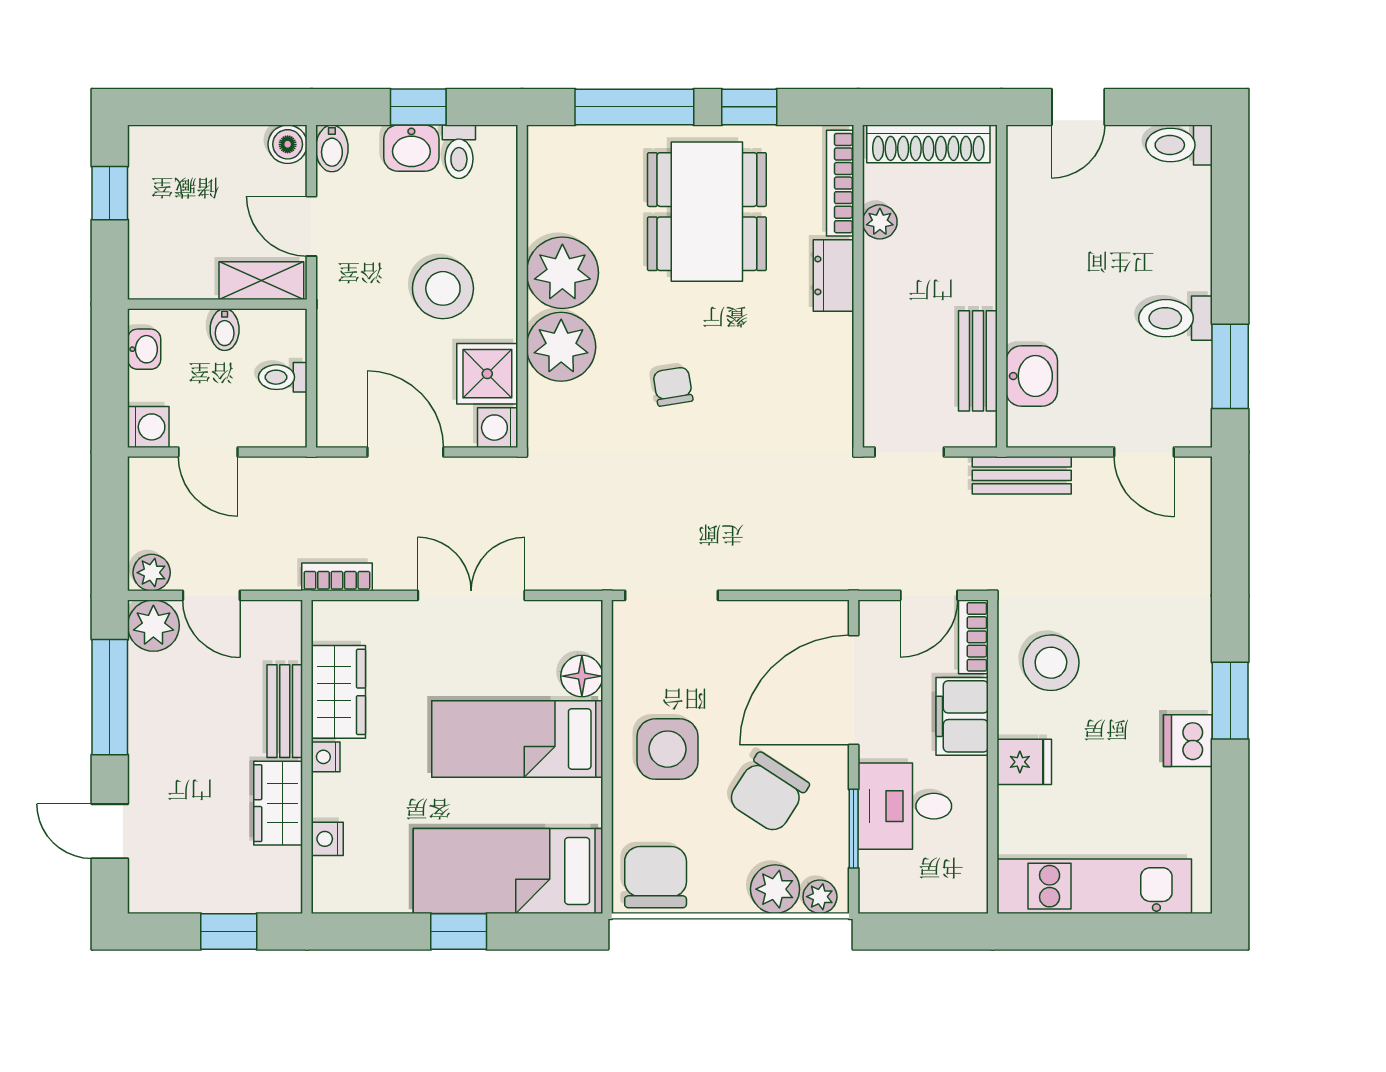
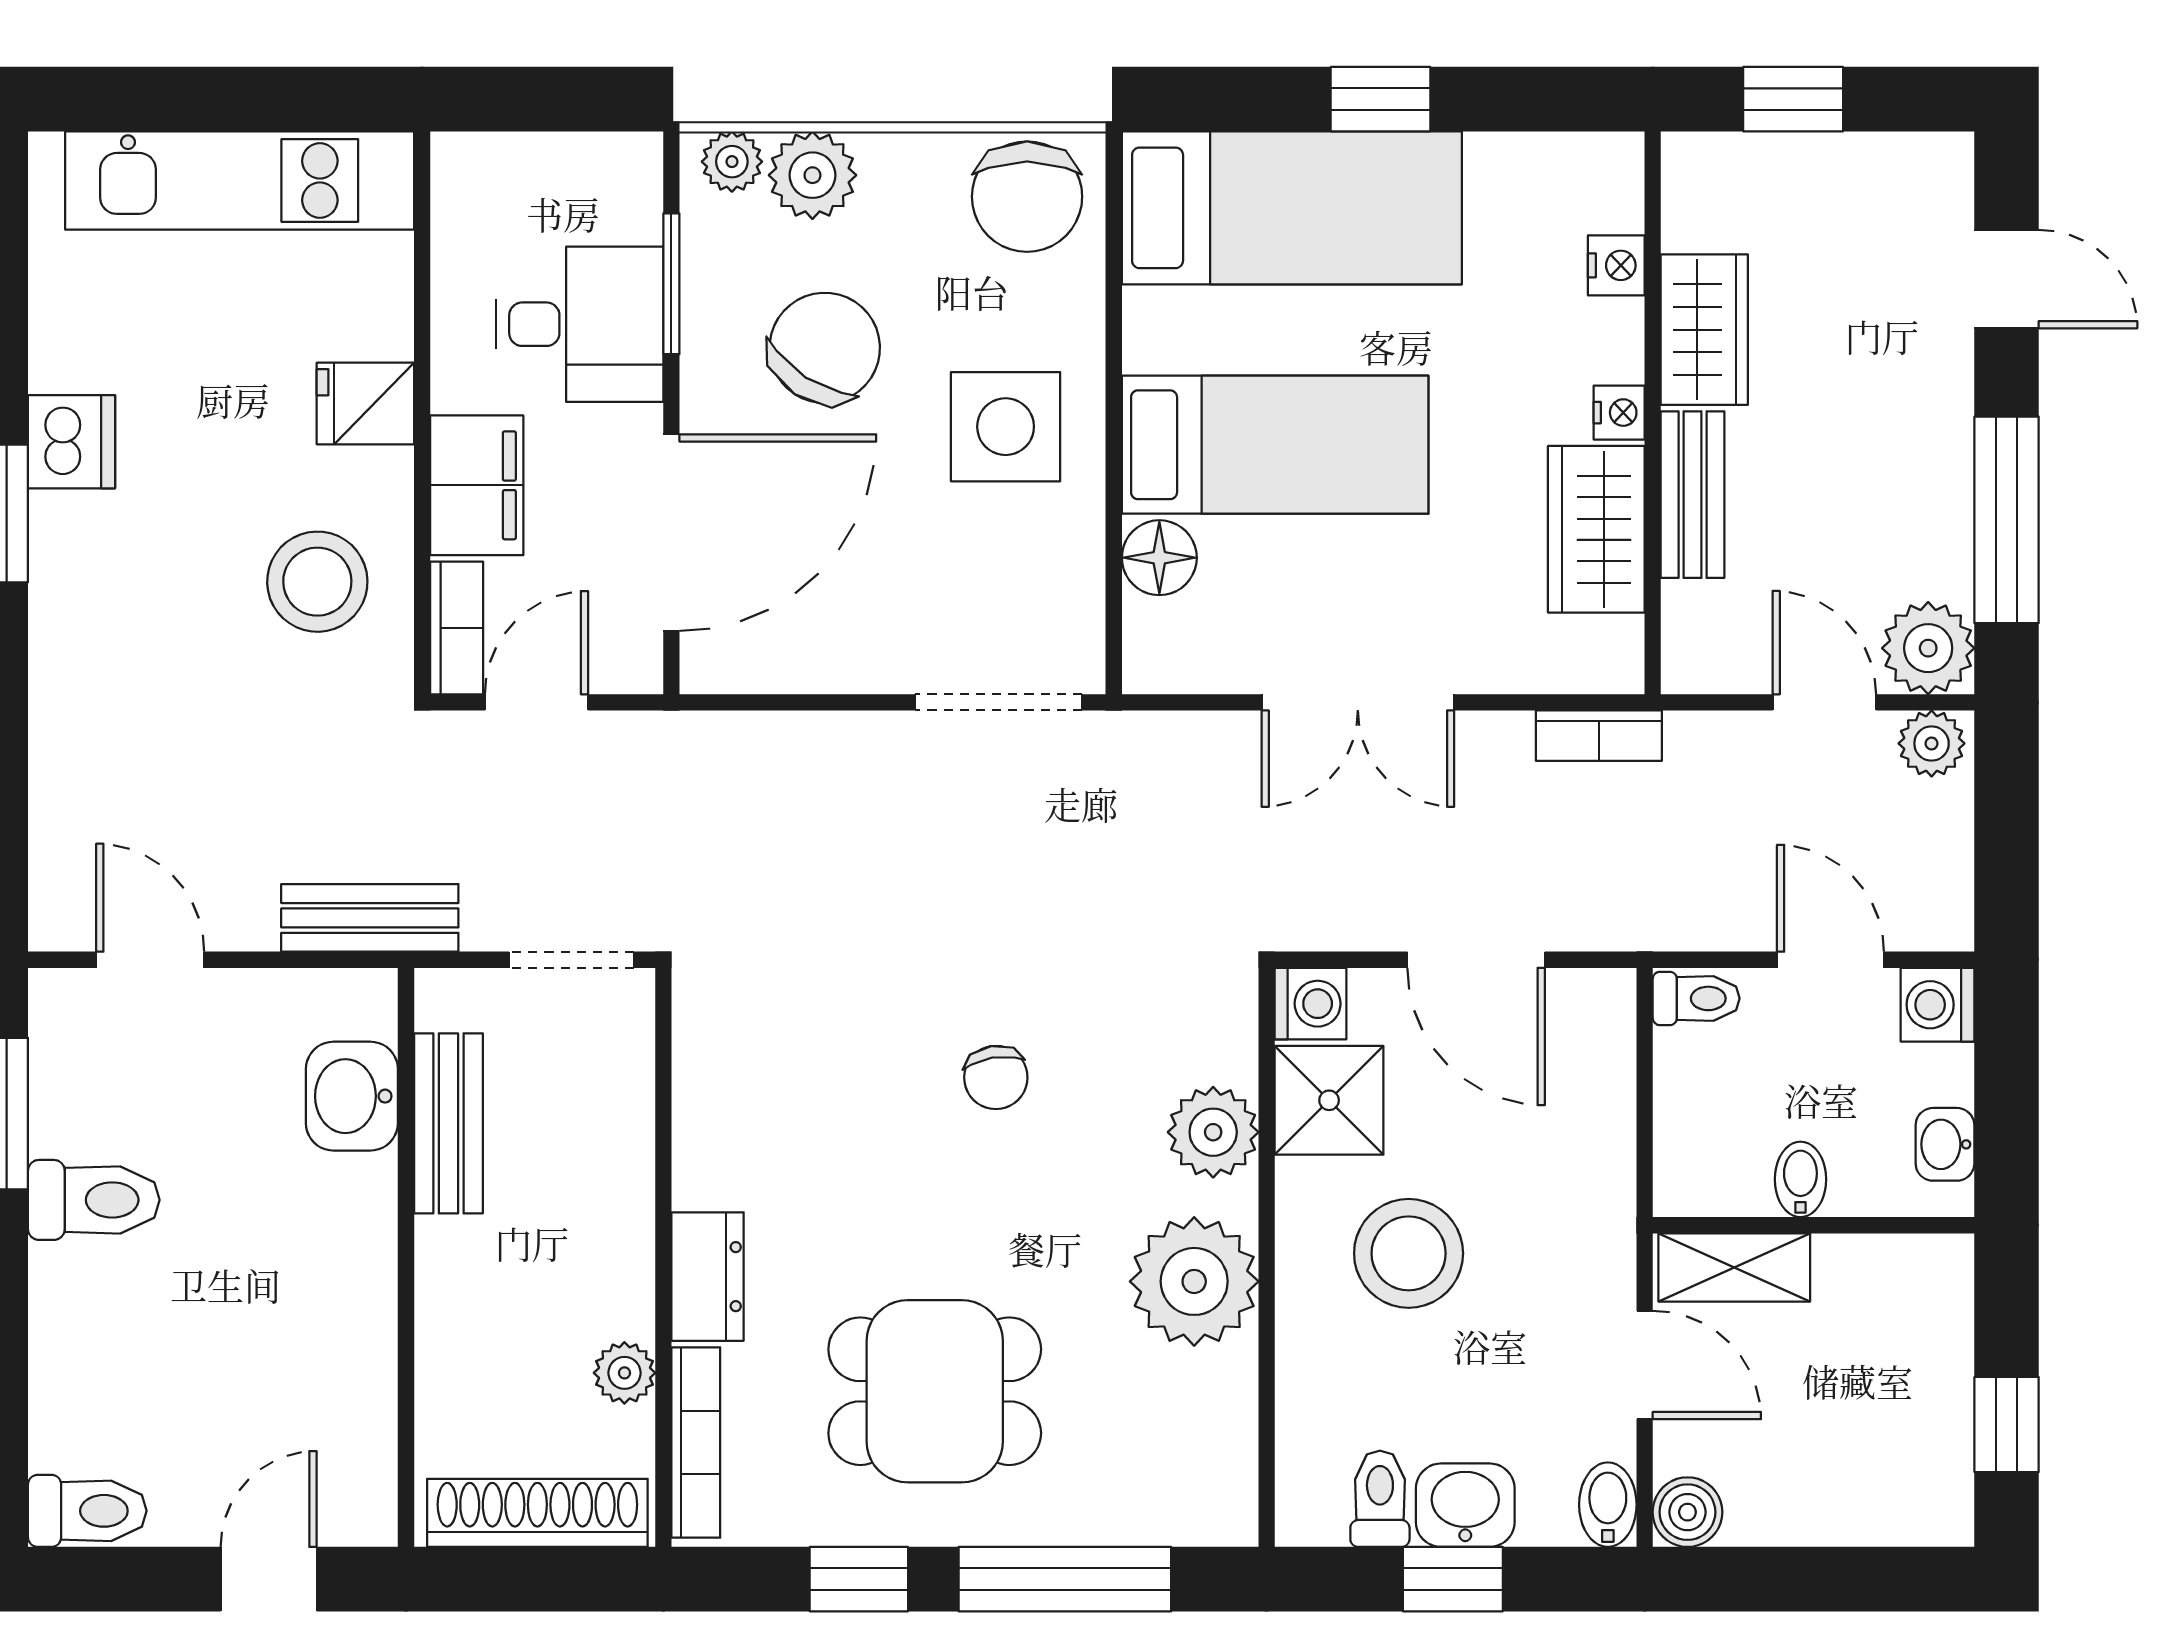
dining table: (707, 212) -> (935, 1391), width x0.73
plant: (561, 347) -> (1213, 1132), width x0.73, depth x0.73
toilet: (283, 377) -> (1696, 998), moved

